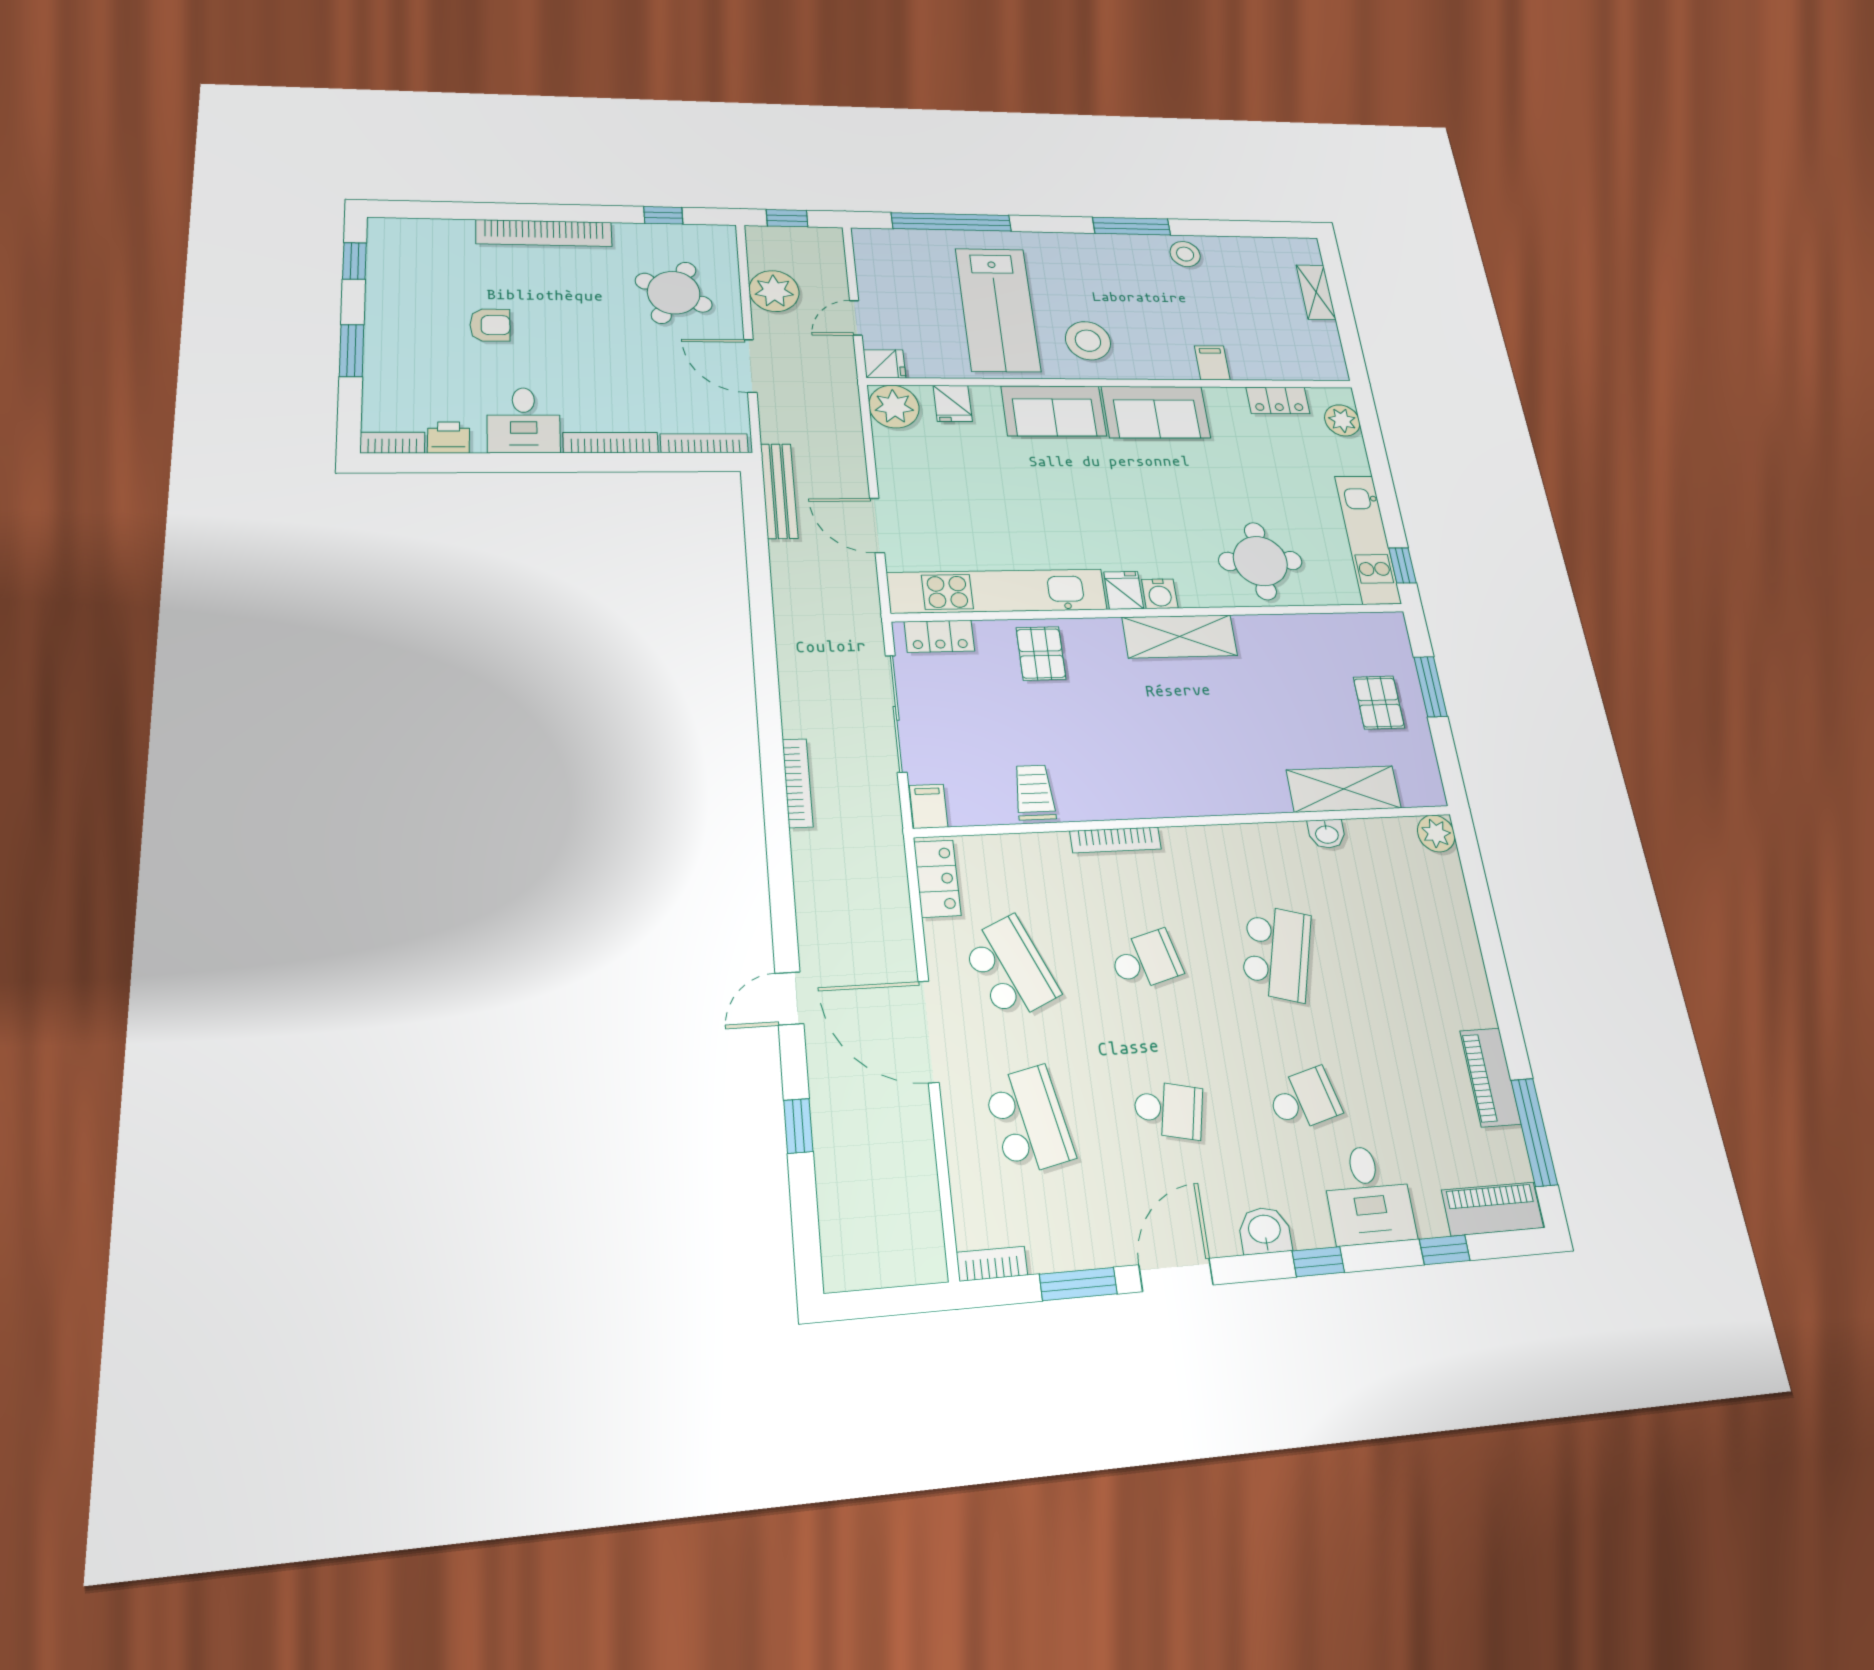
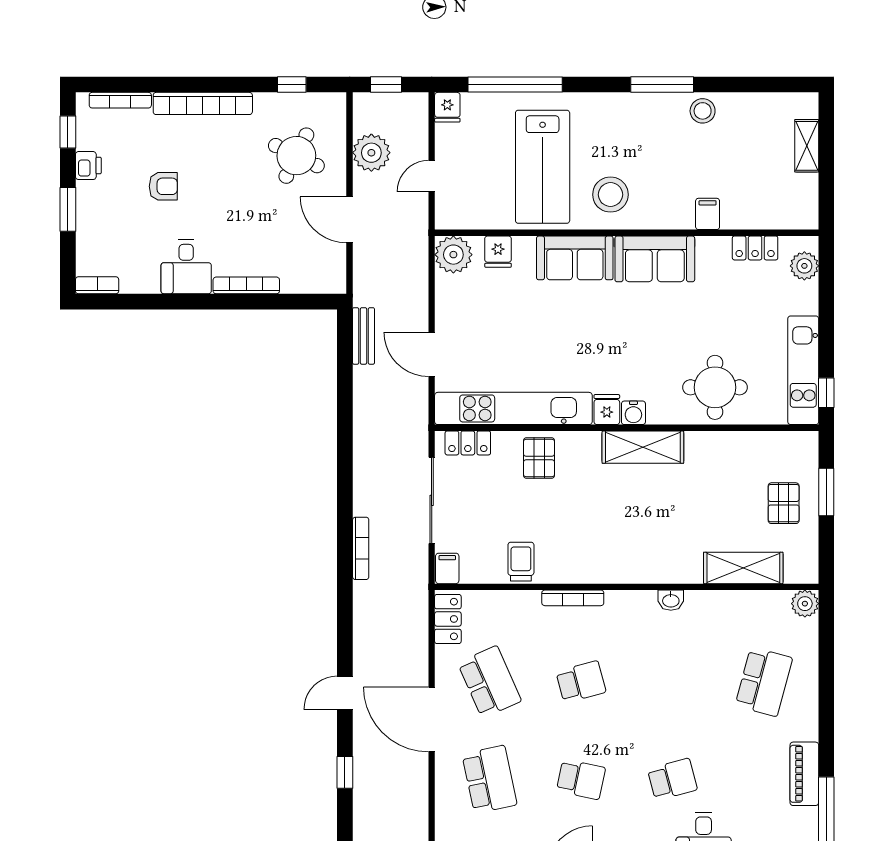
fridge: (884, 364) -> (447, 107), moved, turned 90
printer: (449, 437) -> (88, 166), moved, turned 90
bookcase: (704, 443) -> (120, 100), moved, turned 180
bench: (779, 491) -> (363, 336), width x0.73
washbasin: (1327, 834) -> (671, 600), moved
school desk: (1277, 953) -> (764, 682), moved

